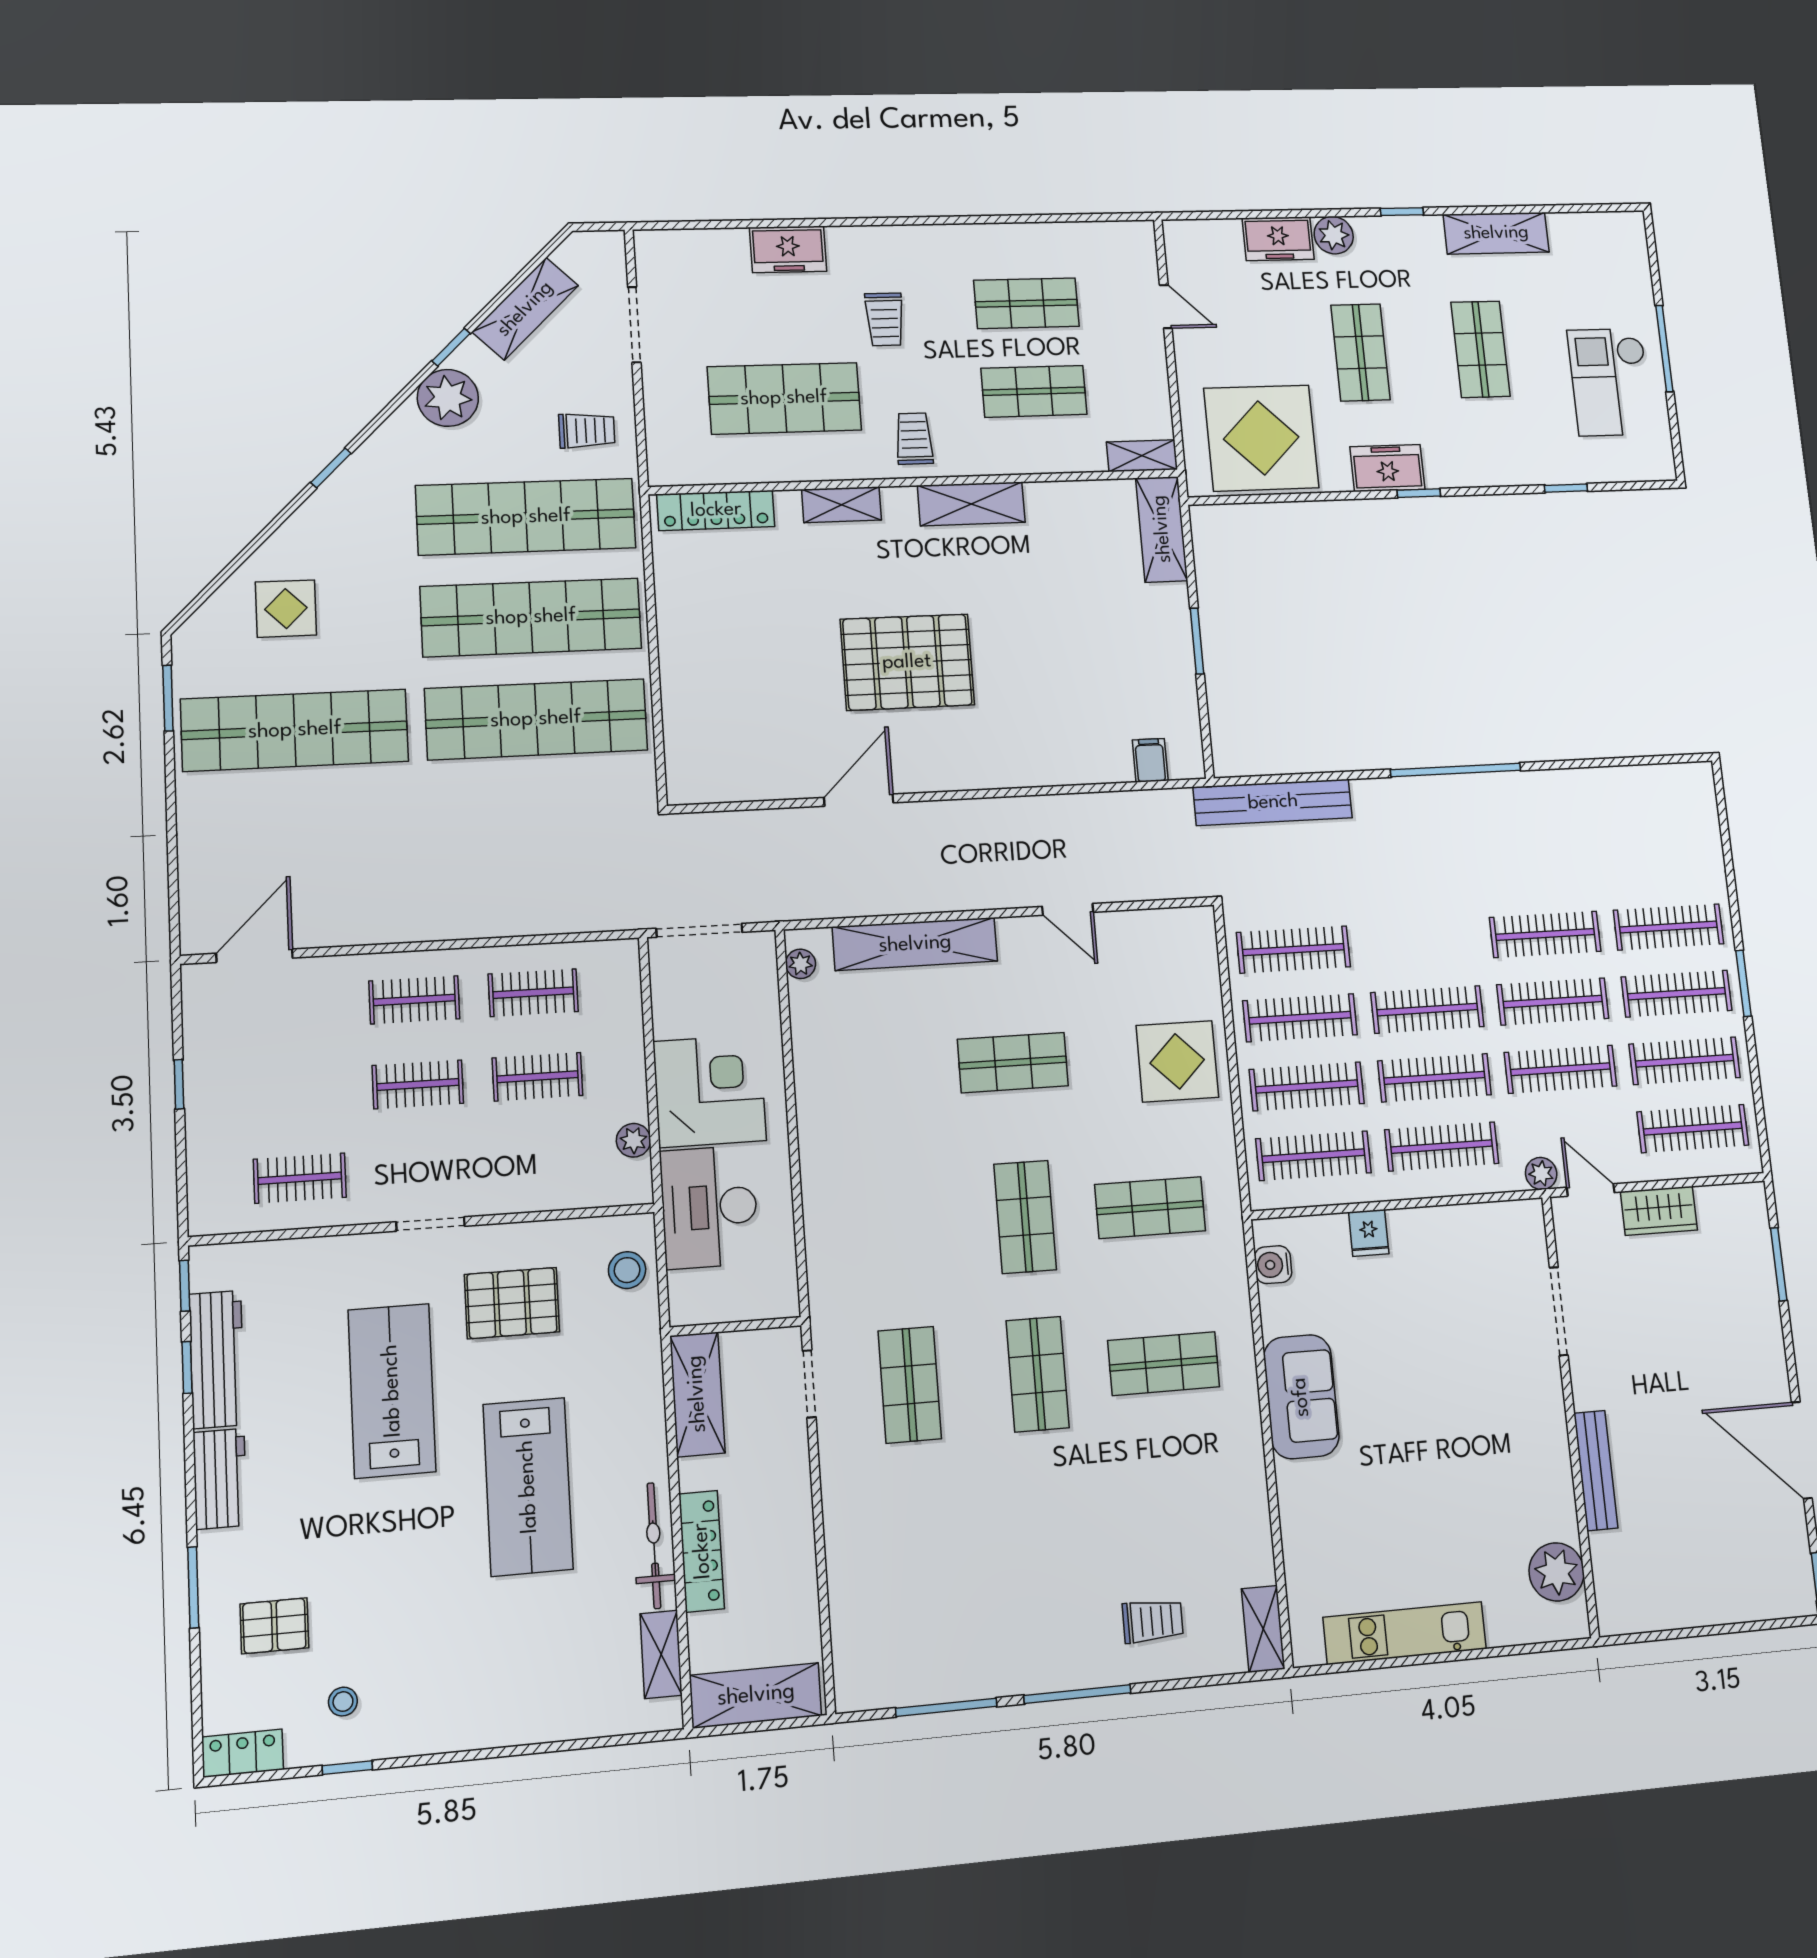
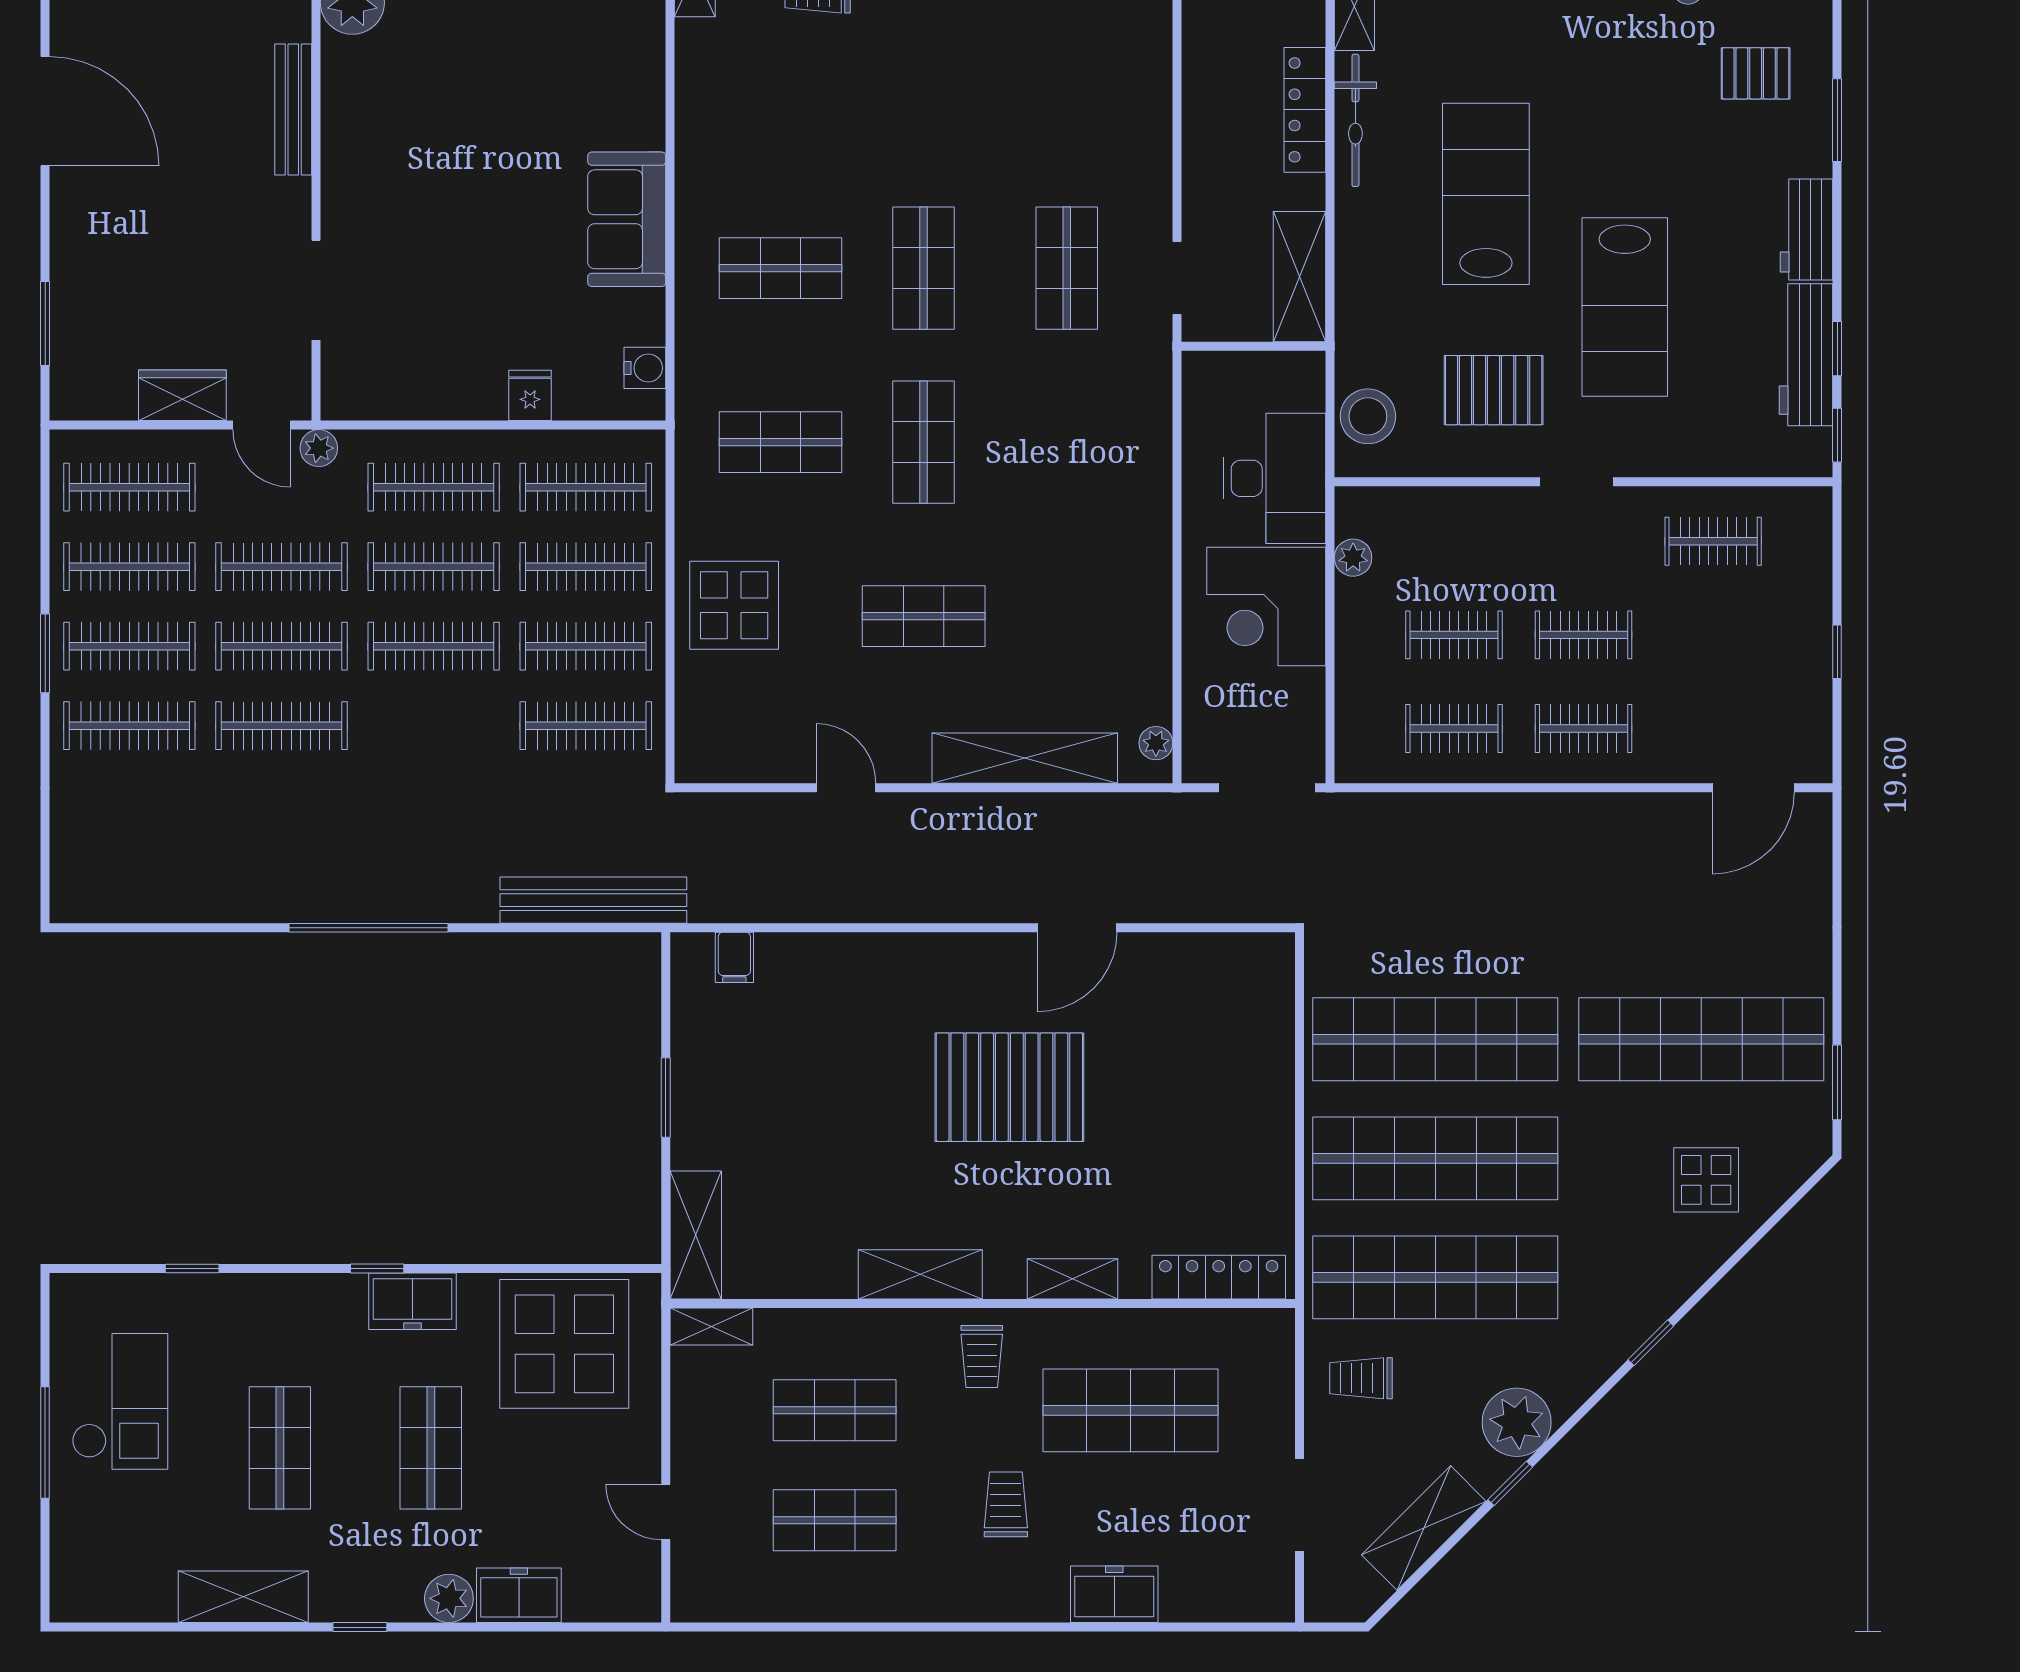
stool: (627, 1270) -> (1368, 416), width x1.38, depth x1.38

